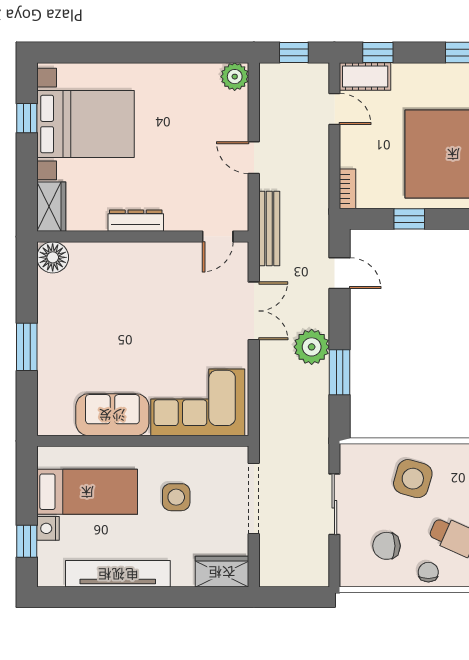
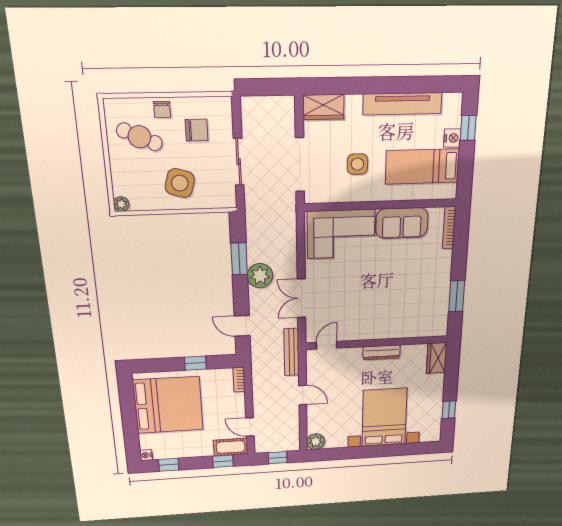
bed with nightstands: (86, 124) -> (384, 417), moved, turned 90
floor lamp: (53, 257) -> (438, 327), removed
window: (27, 347) -> (457, 296), moved
bookcase: (45, 406) -> (449, 228), added

